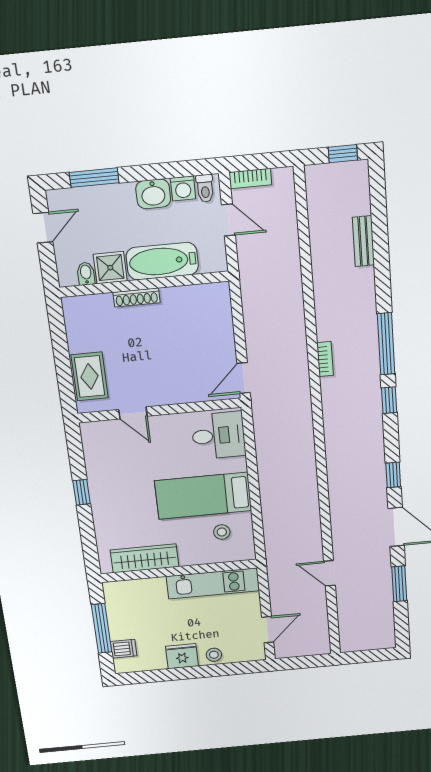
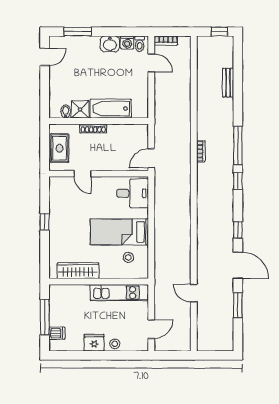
bathtub: (162, 261) -> (111, 109), moved
shower: (110, 268) -> (80, 109), moved
bidet: (86, 274) -> (66, 112), moved
wall: (144, 284) -> (99, 121), moved
shoe rack: (137, 297) -> (93, 128), moved

